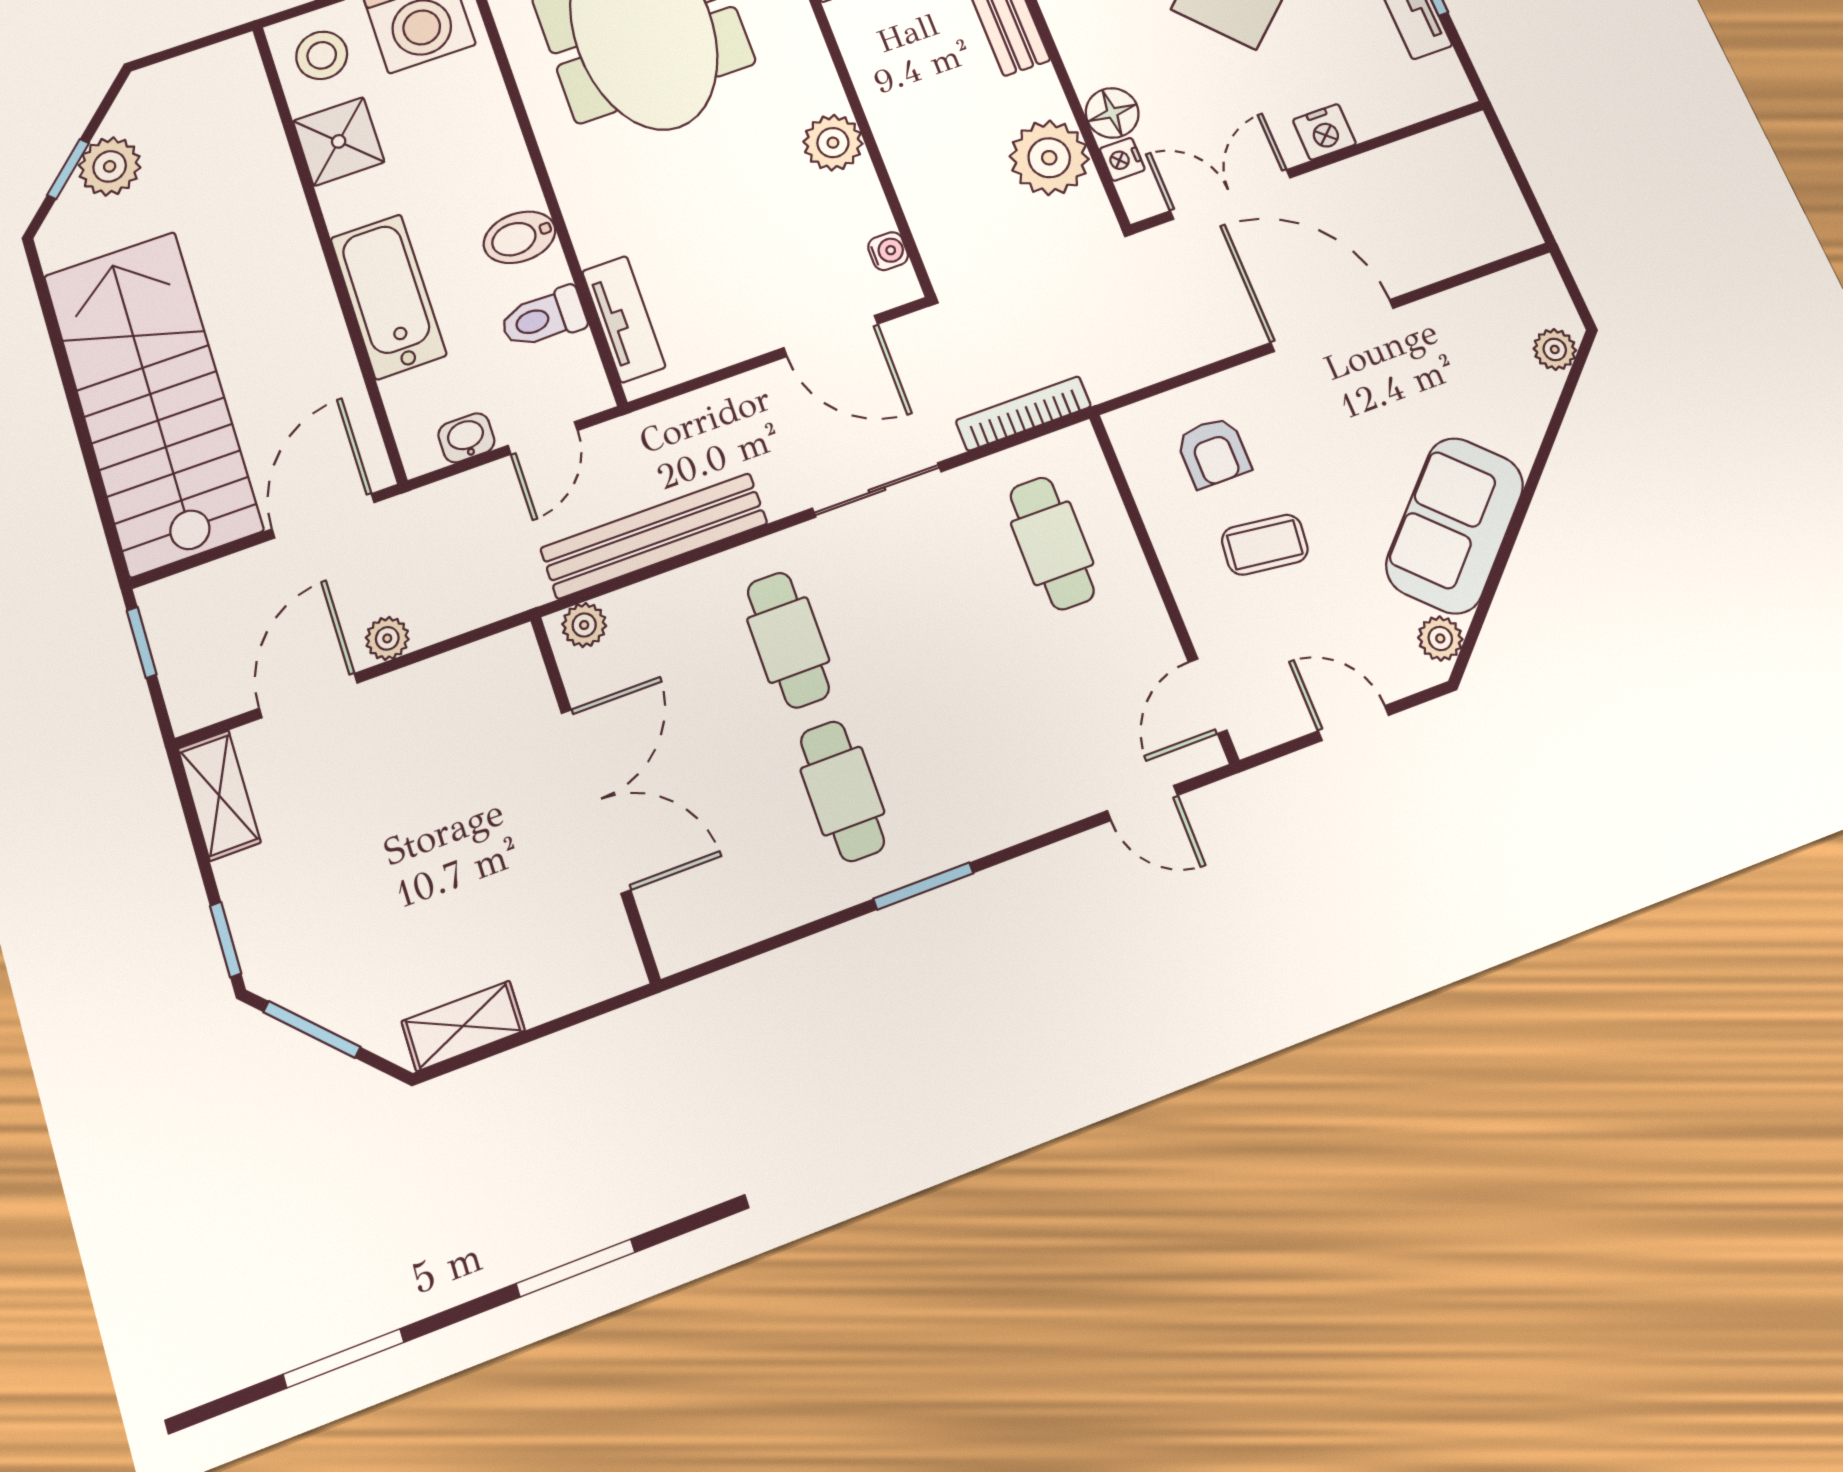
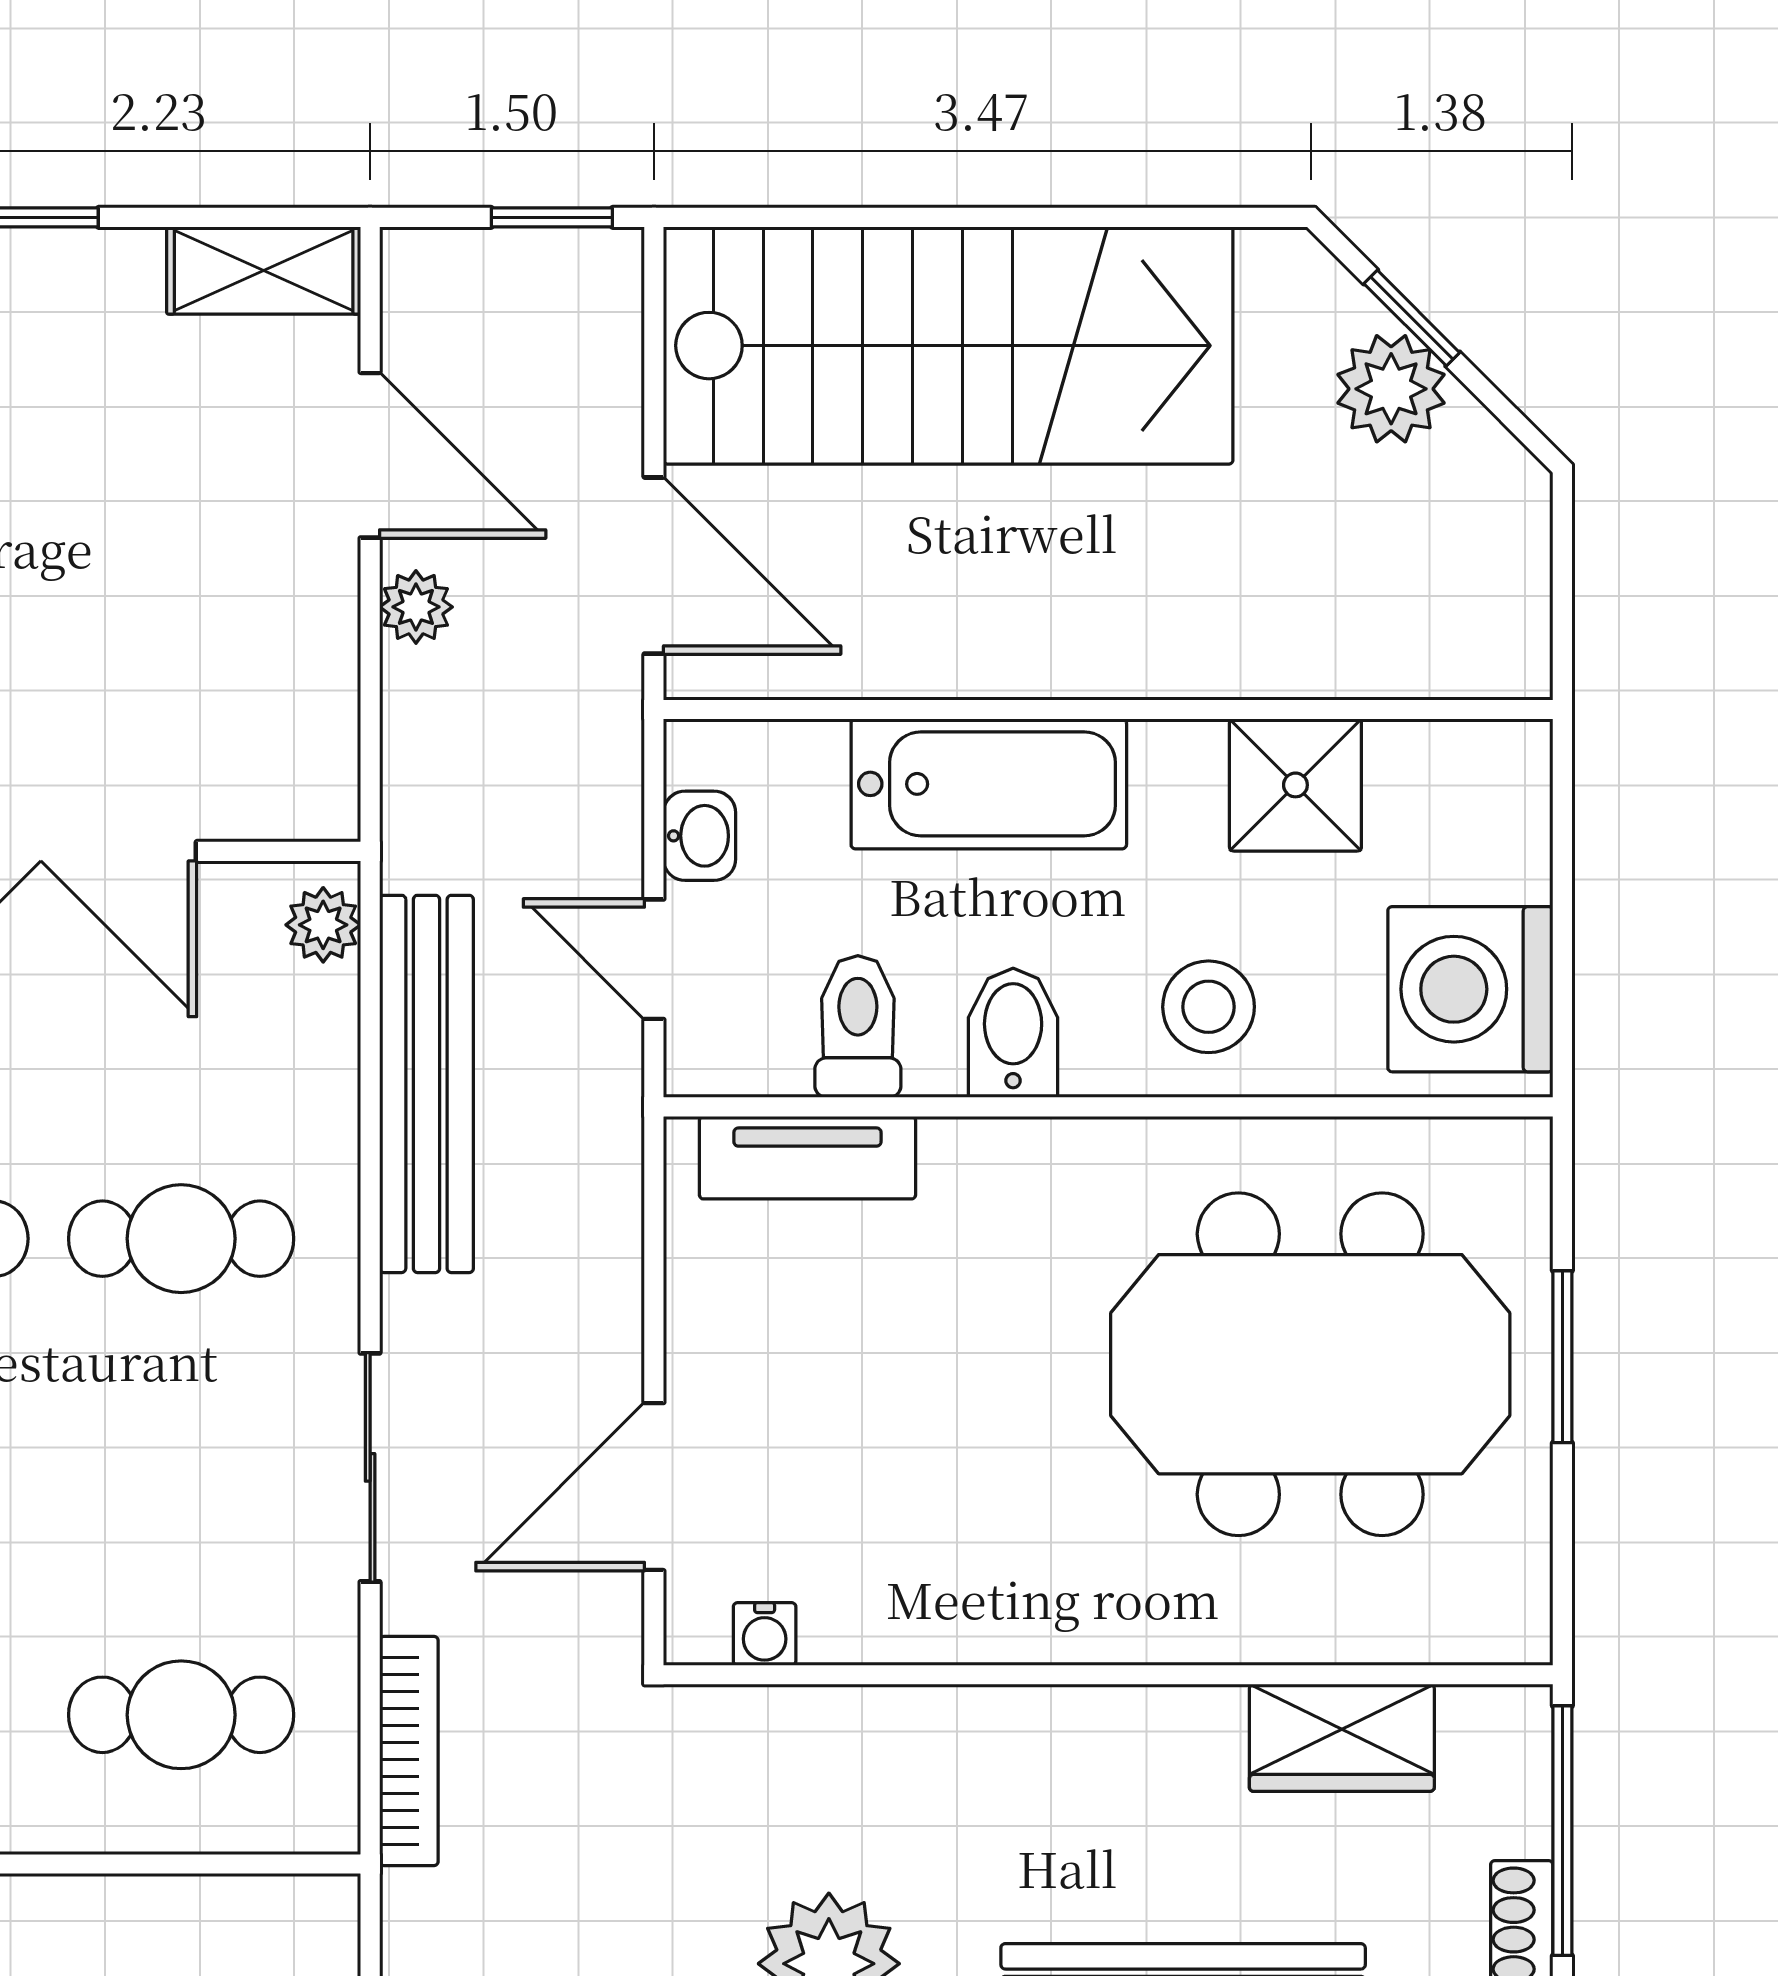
stool: (322, 55) -> (1209, 1007), moved
plant: (833, 143) -> (989, 1612), removed

